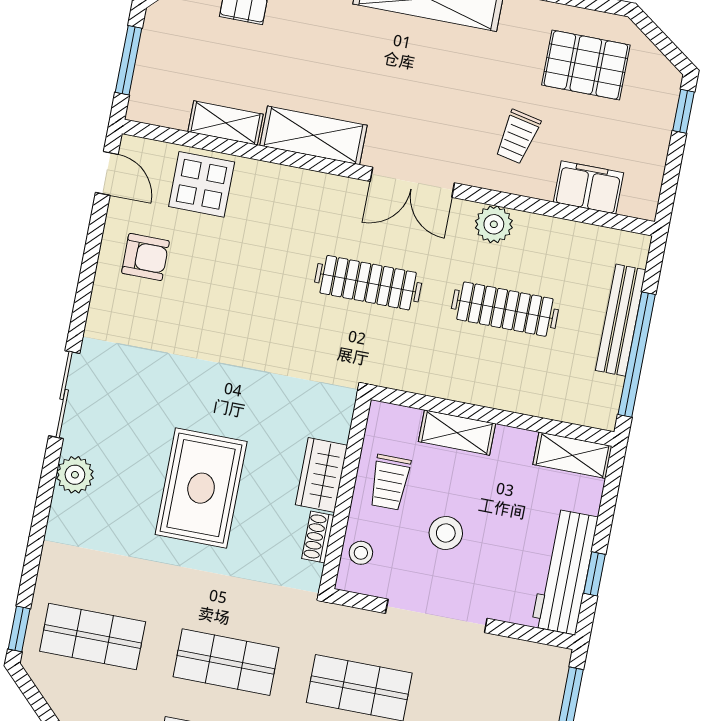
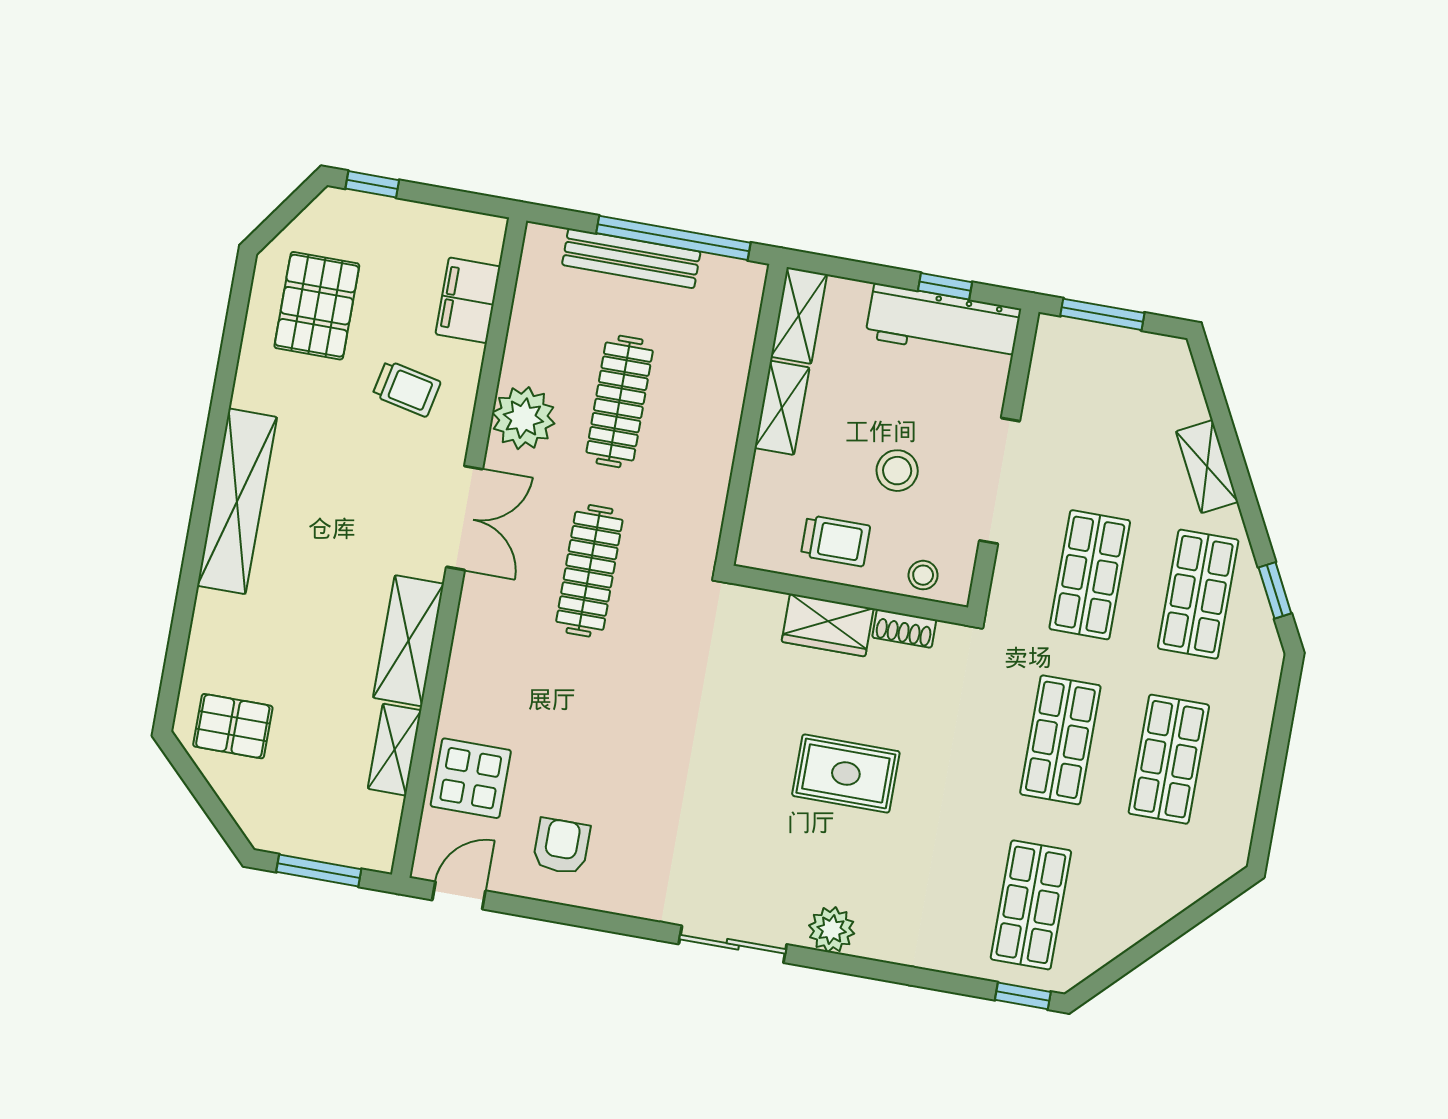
plant: (494, 224) -> (523, 418), width x1.36, depth x1.36
shelving: (457, 433) -> (782, 408), moved
rug: (201, 488) -> (846, 774), width x0.73, depth x0.70

